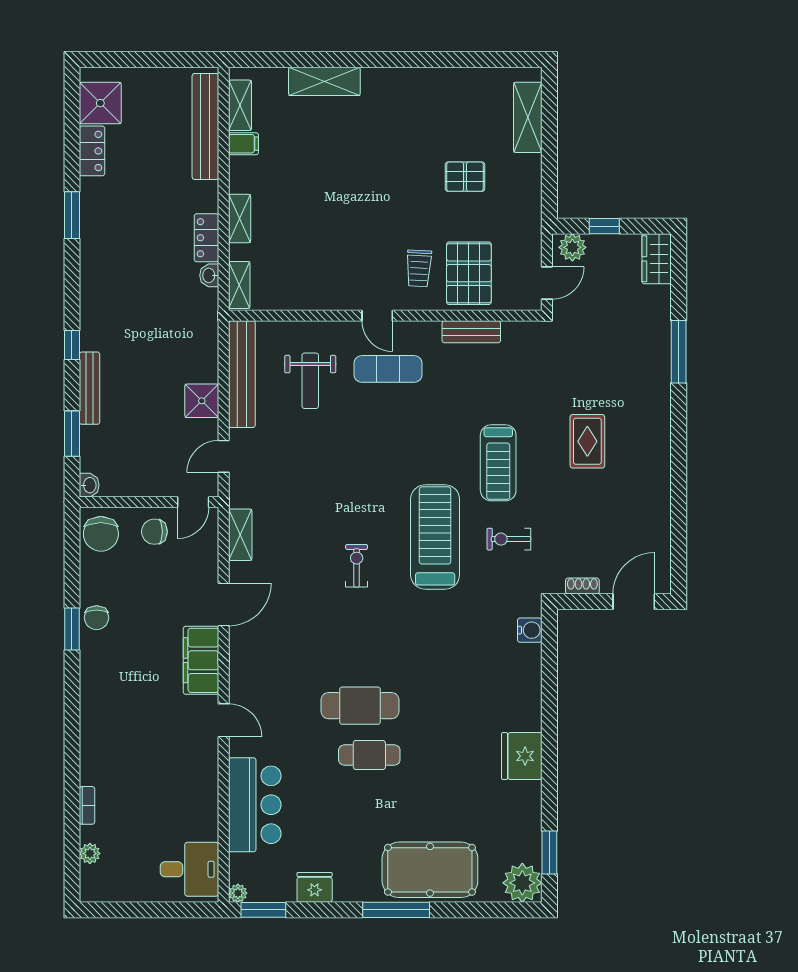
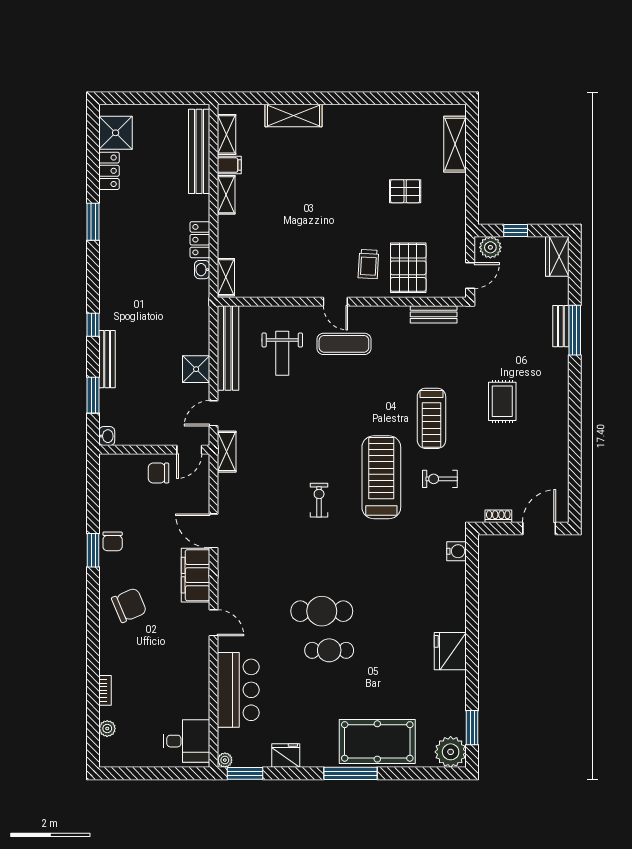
shelving: (240, 219) -> (226, 195), moved
bench: (471, 332) -> (434, 314), moved
bench: (661, 347) -> (561, 326), added
chair: (101, 534) -> (129, 605), moved, turned -113
shelving: (240, 535) -> (227, 452), moved
door: (224, 604) -> (213, 531), swing flipped

